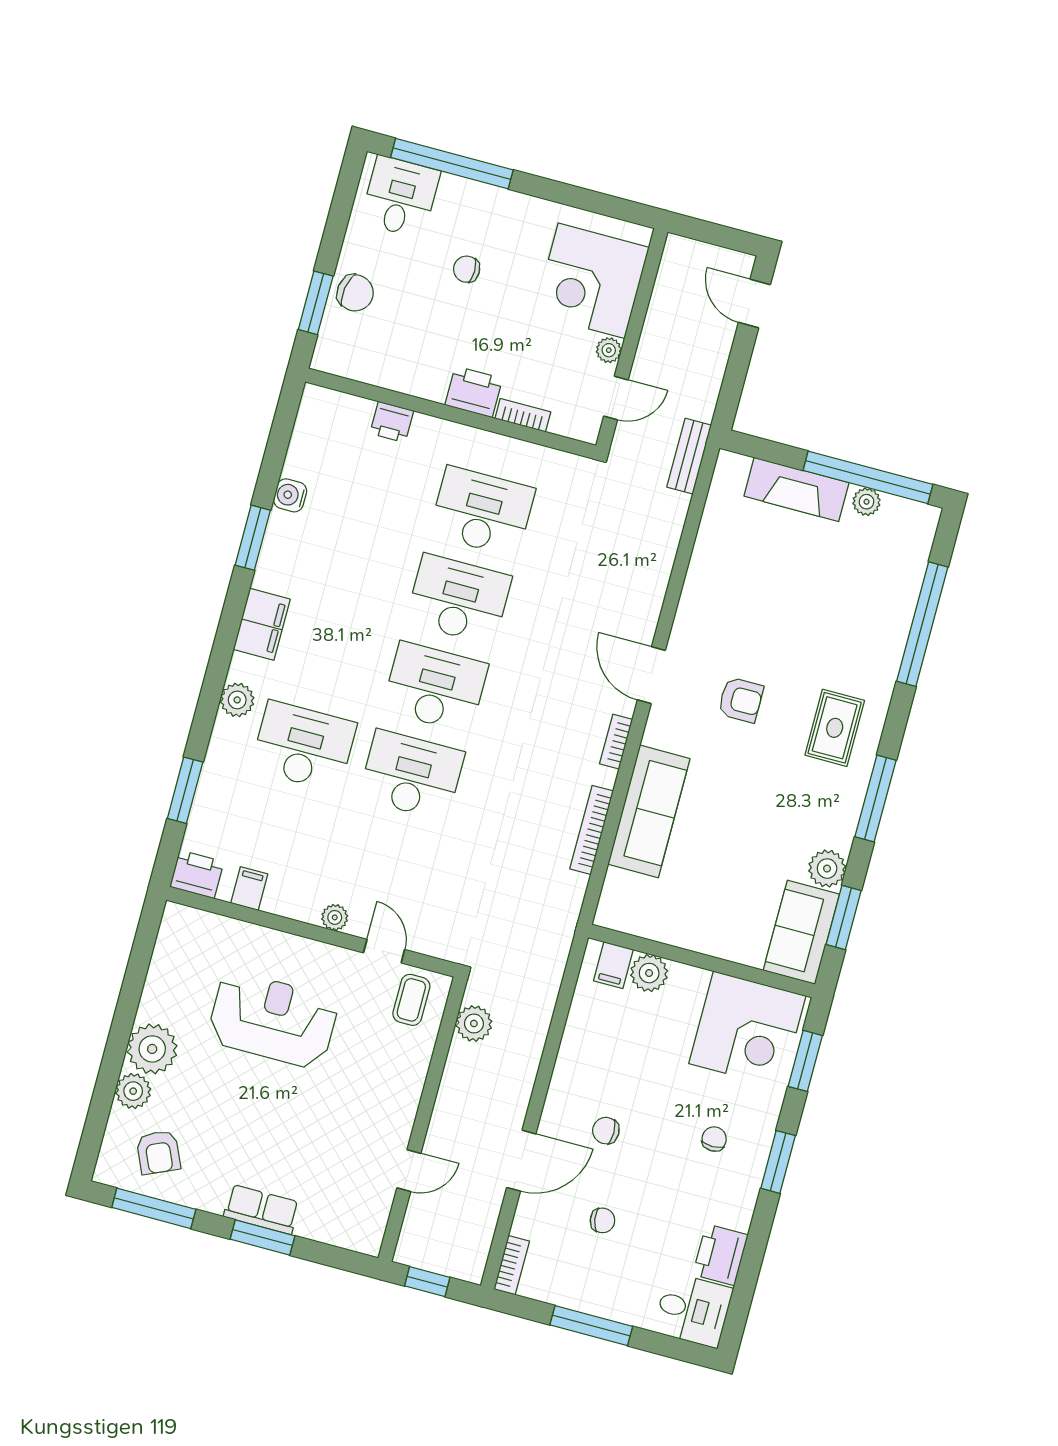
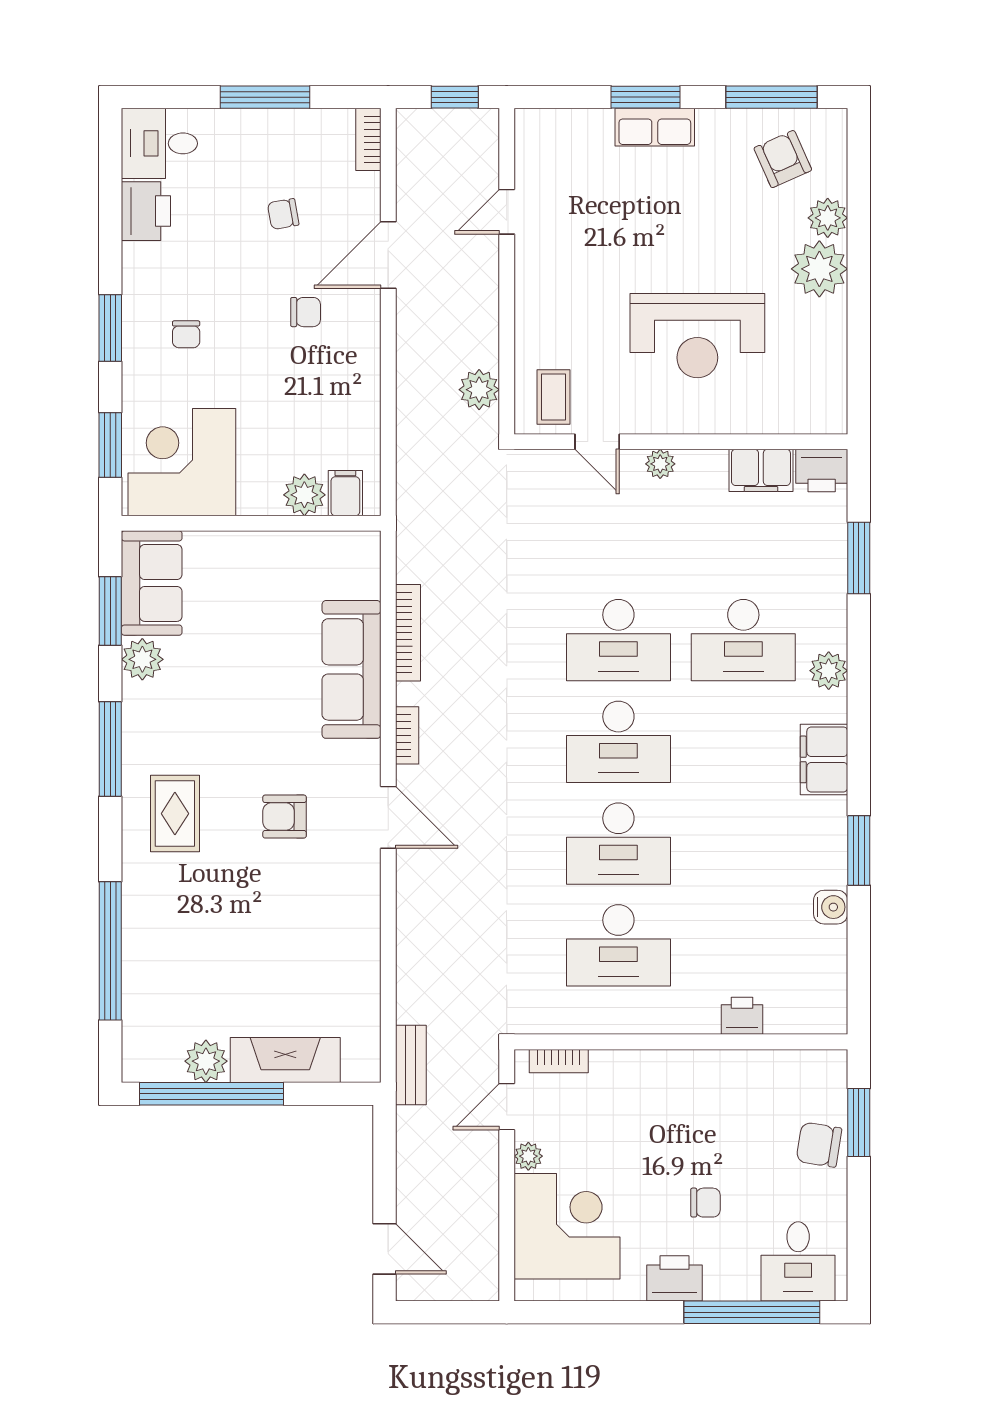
printer: (474, 392) -> (674, 1278), moved, turned 180
bookcase: (523, 415) -> (559, 1061), moved
plant: (867, 502) -> (206, 1061), width x1.38, depth x1.38
filing cabinet: (249, 889) -> (761, 470), width x2.00

